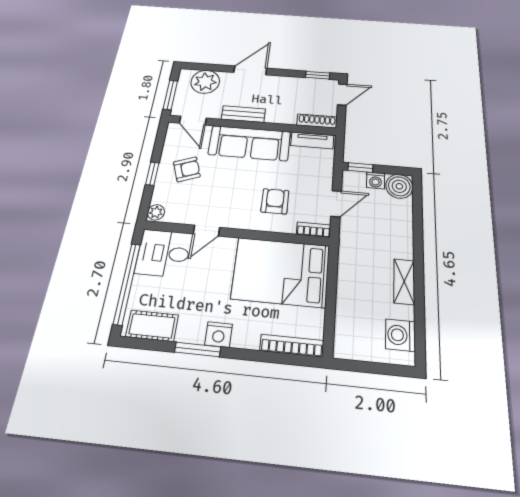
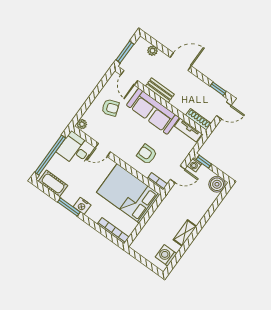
plant: (205, 82) -> (152, 51), width x0.53, depth x0.53
window: (152, 174) -> (91, 99), removed
washing machine: (376, 180) -> (194, 165), moved
armchair: (275, 201) -> (147, 154), turned -90

